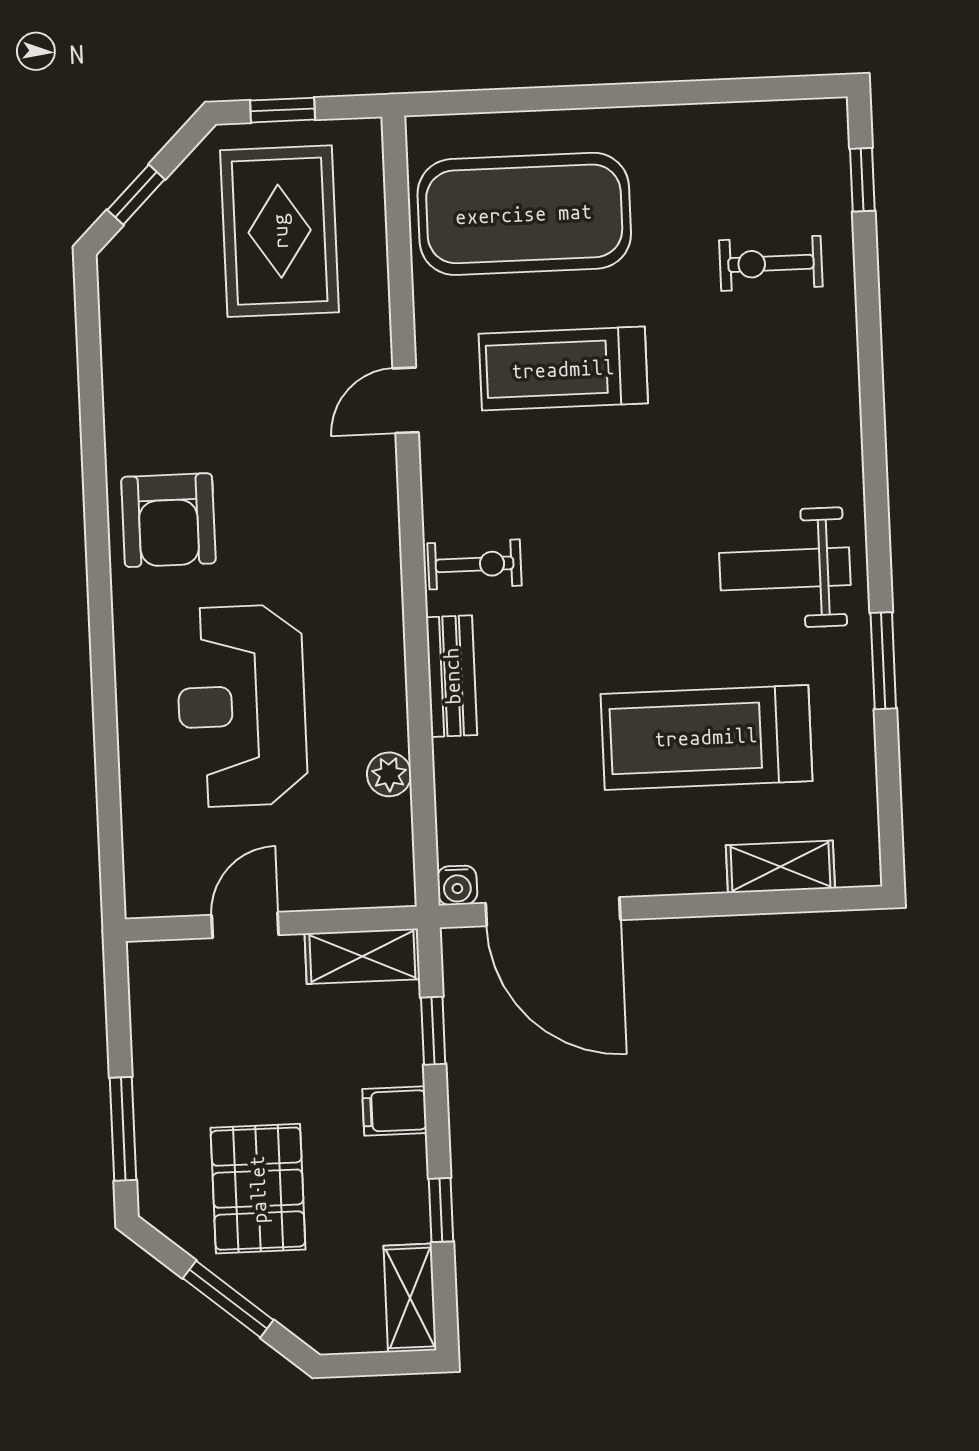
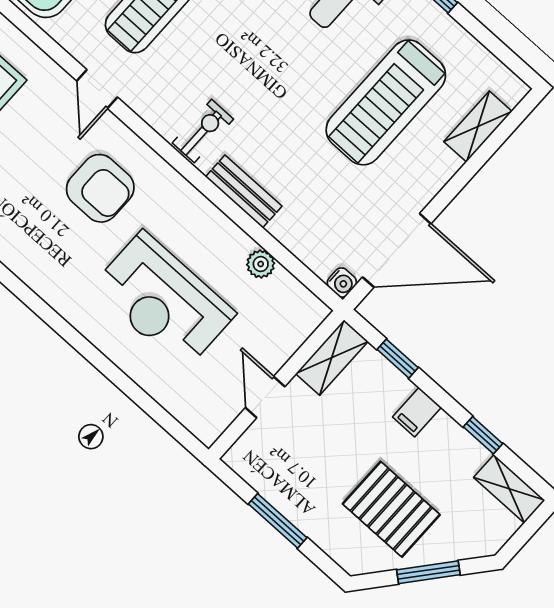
armchair: (168, 520) -> (100, 188), moved
window: (123, 1129) -> (278, 521), moved

